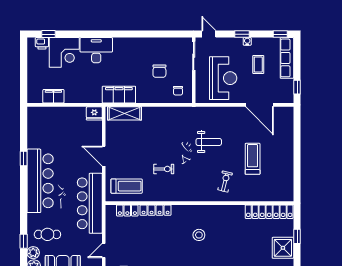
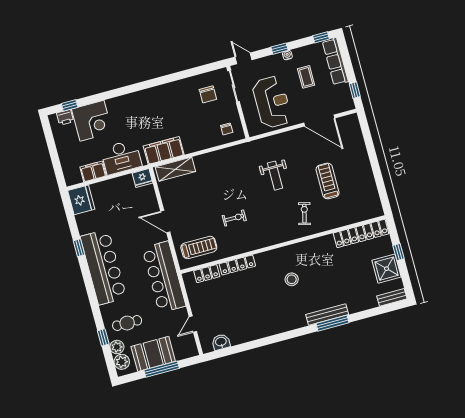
desk: (96, 50) -> (121, 157), moved, turned 180
chair: (159, 71) -> (208, 94), moved
fridge: (37, 118) -> (81, 200), added
weight bench: (209, 142) -> (275, 176), turned 90

